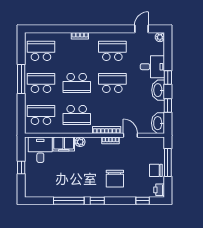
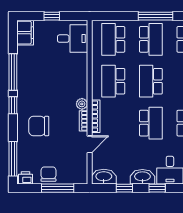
school desk: (41, 115) -> (113, 39), turned 180
plant: (80, 142) -> (82, 104), moved
filing cabinet: (64, 144) -> (25, 33), moved, turned 180
window: (143, 201) -> (13, 159), width x2.17

